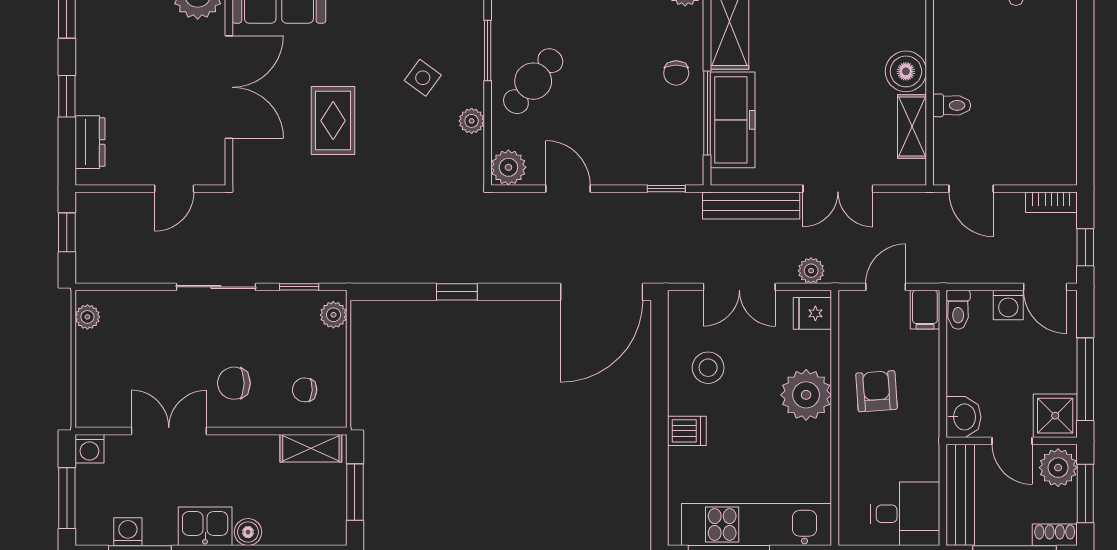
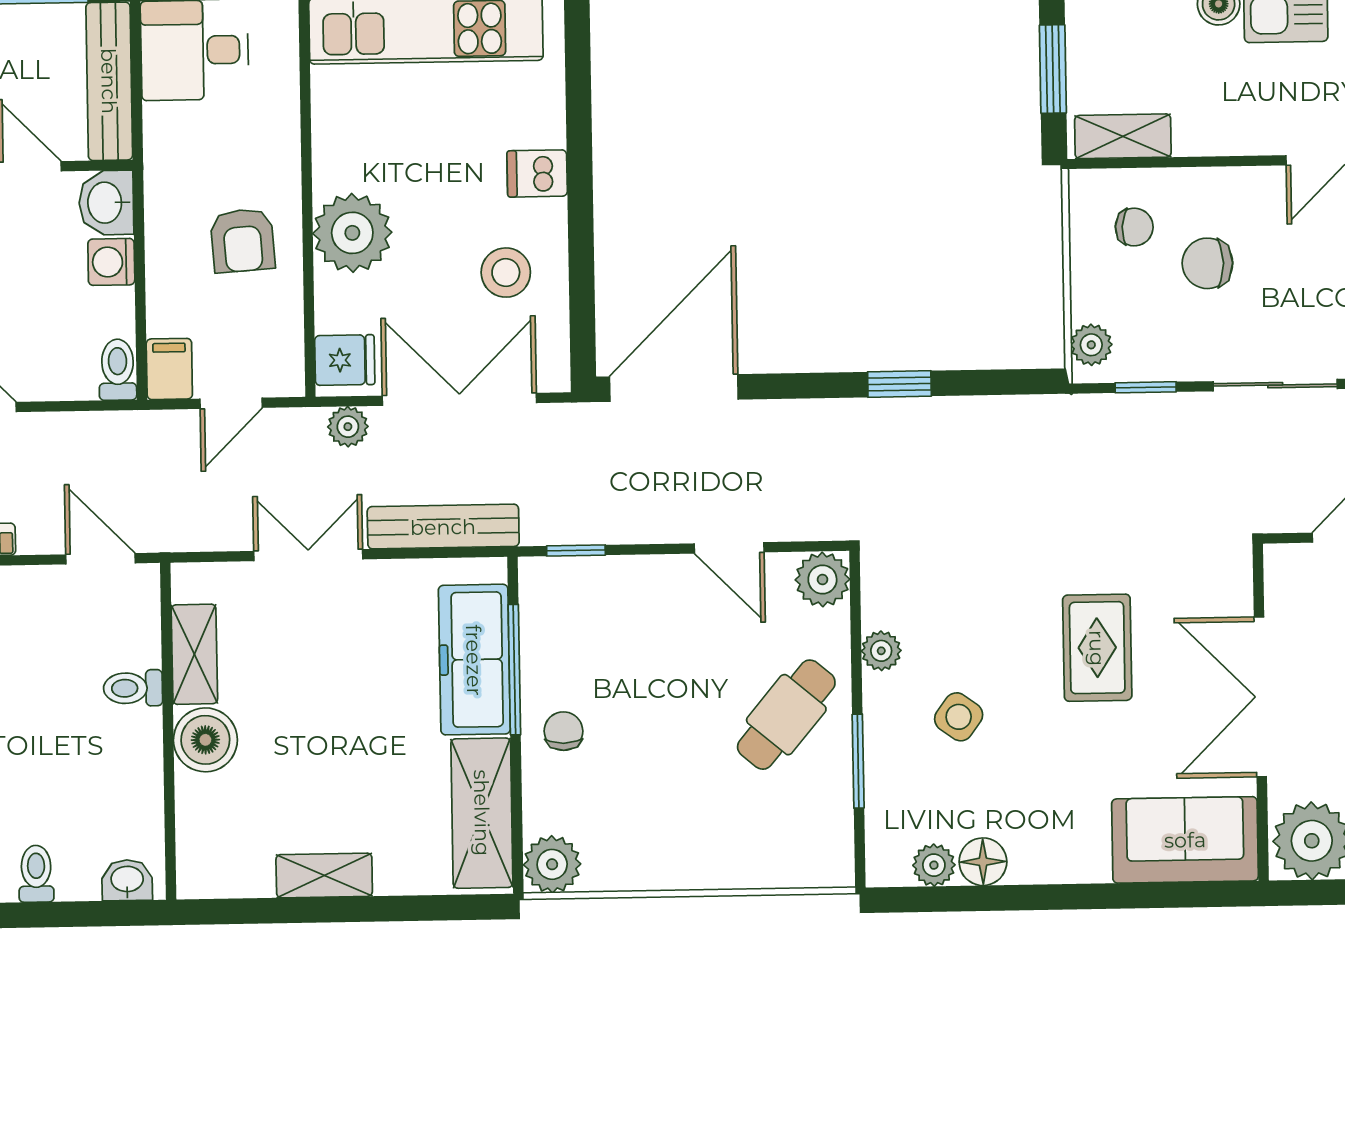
double door: (739, 287) -> (459, 399), width x1.37
washing machine: (1008, 305) -> (111, 262), moved, turned -90
chair: (234, 383) -> (1207, 263), moved, turned 180

